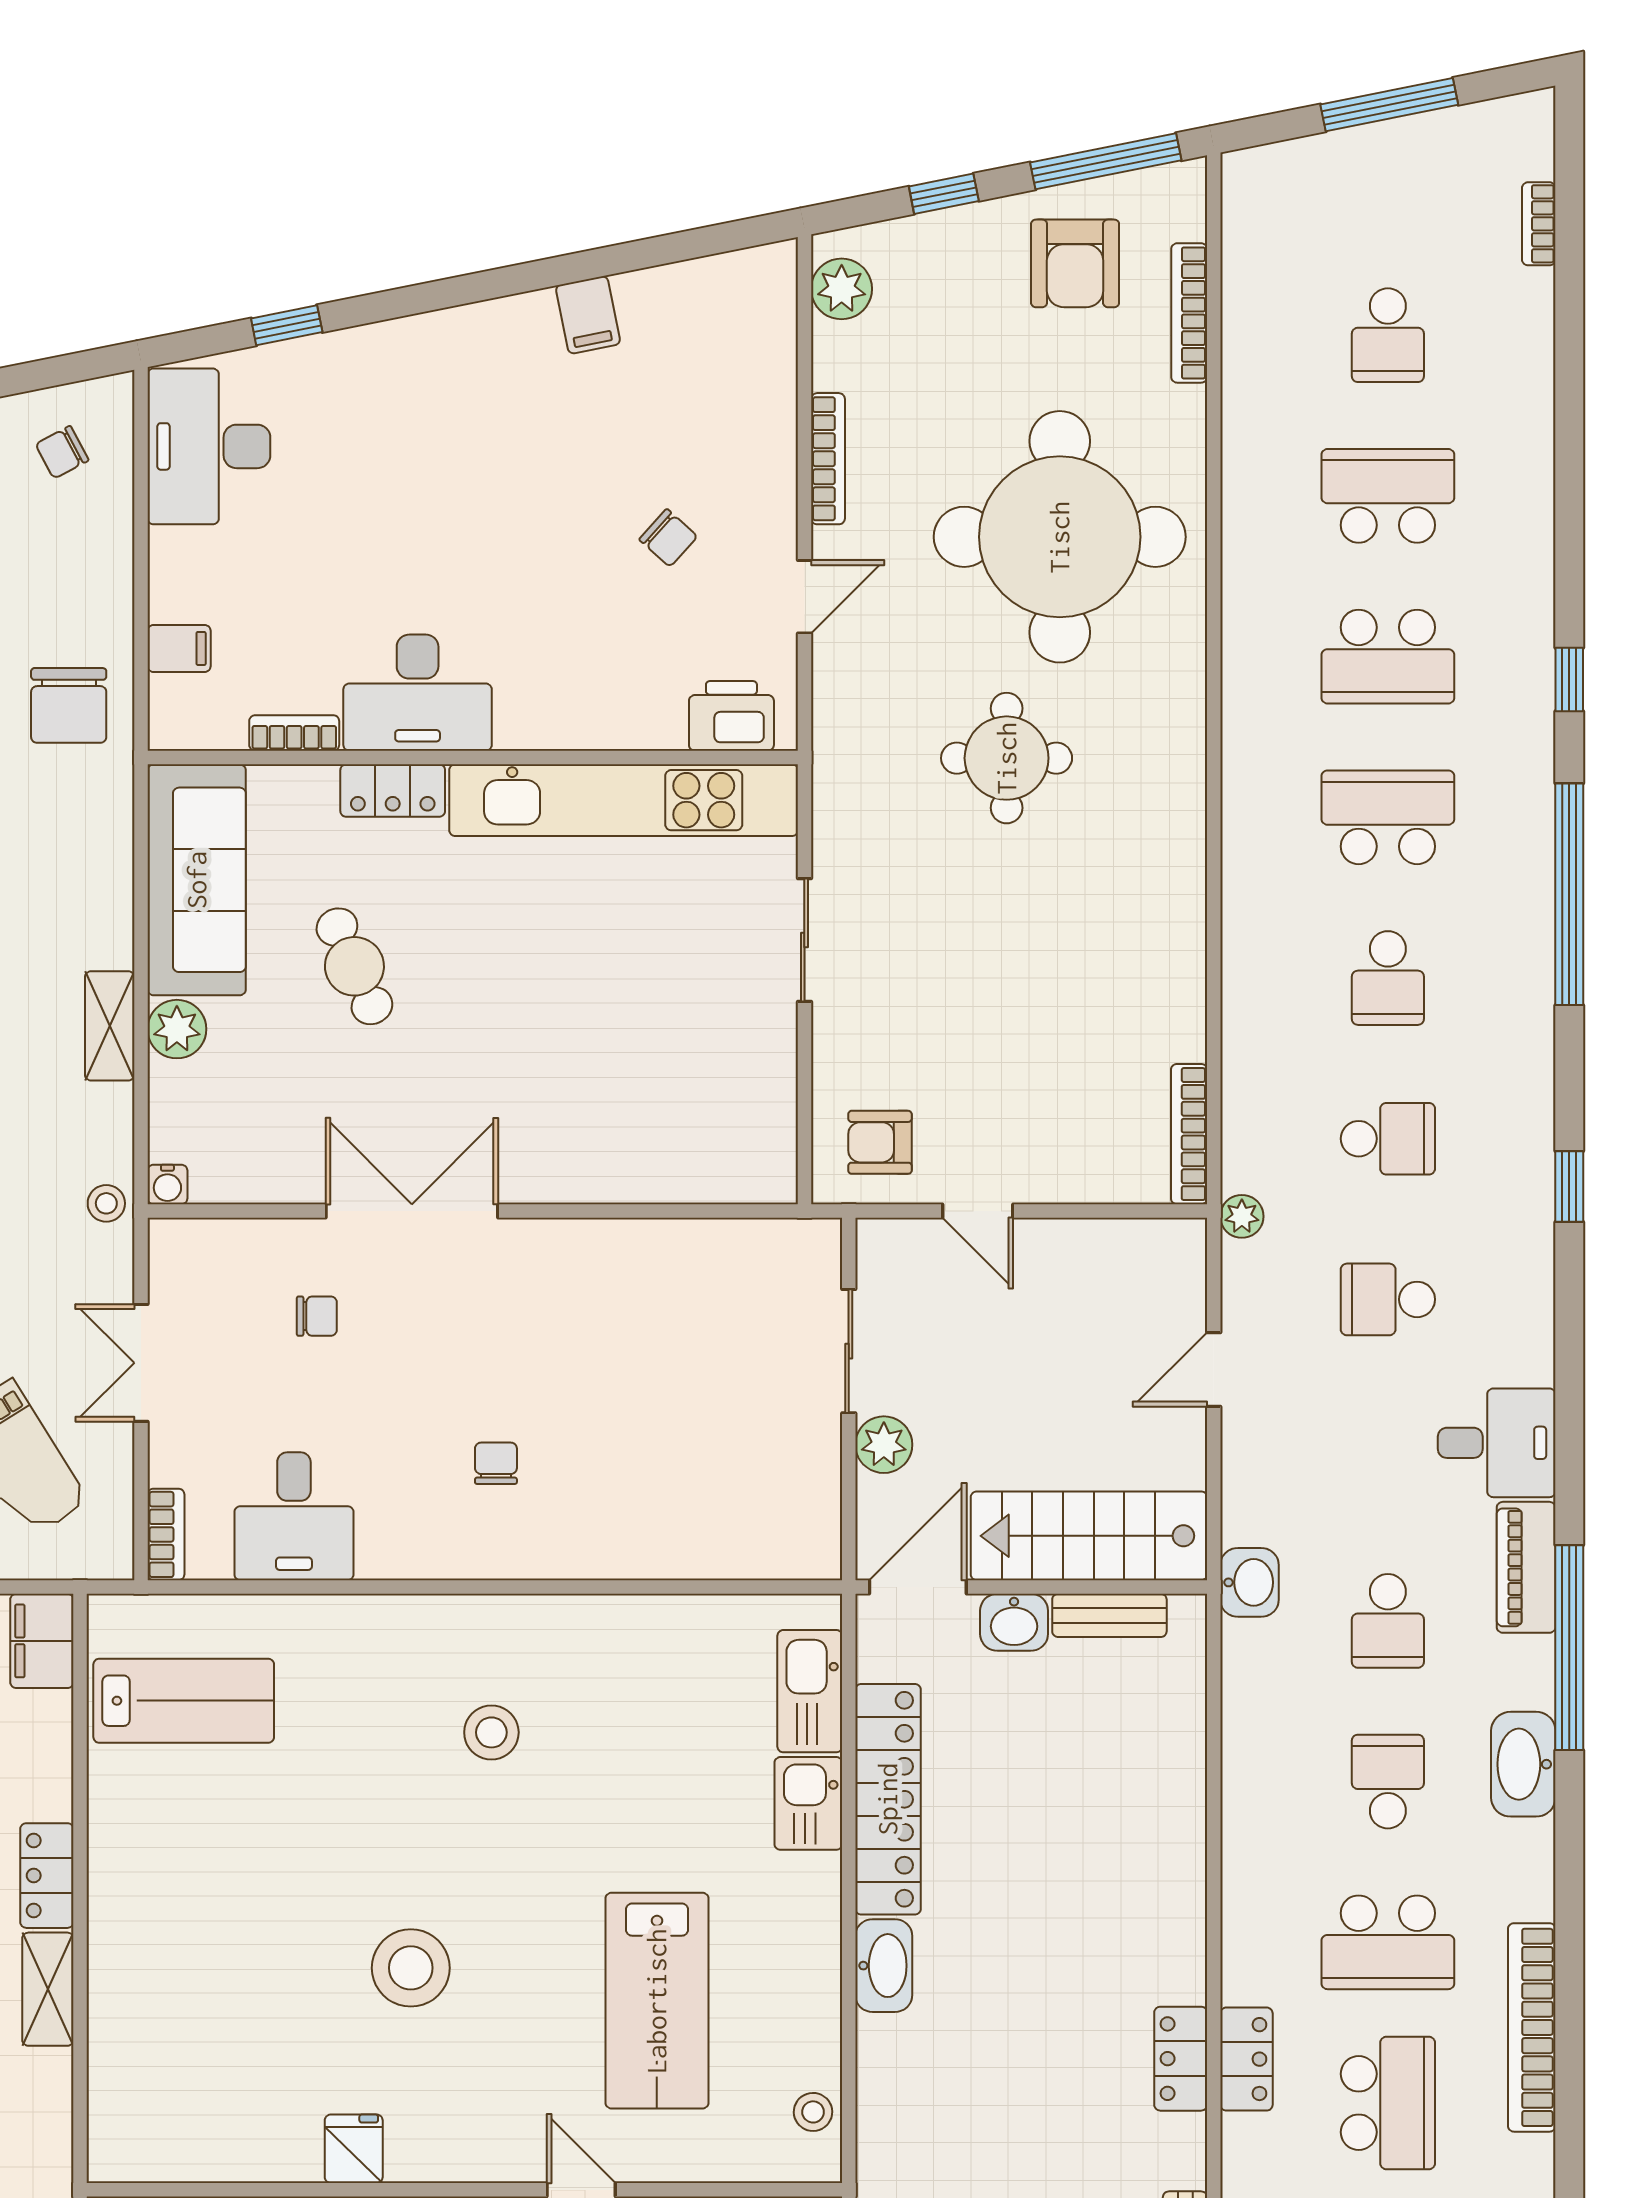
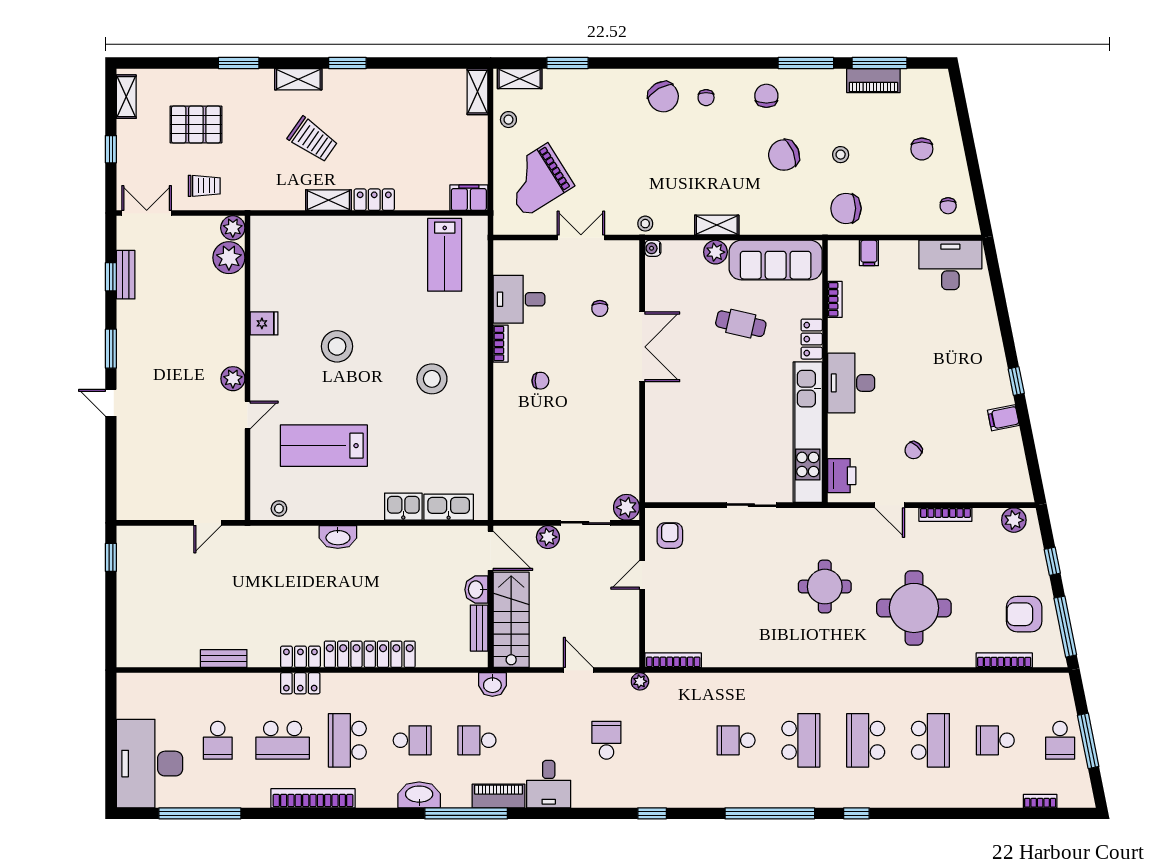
window: (287, 325) -> (1016, 381), moved
chair: (62, 452) -> (948, 206), turned -152
round table: (1060, 537) -> (914, 608), width x0.73, depth x0.73
desk: (418, 693) -> (851, 383), moved
cafe table: (354, 966) -> (741, 324), turned 37
school desk: (1388, 1139) -> (1060, 740), moved
plant: (810, 1250) -> (627, 507), added
bookcase: (166, 1534) -> (501, 344), moved, turned -90
stool: (491, 1732) -> (432, 379), width x1.38, depth x1.38
locker: (888, 1799) -> (370, 654), moved, turned 180

